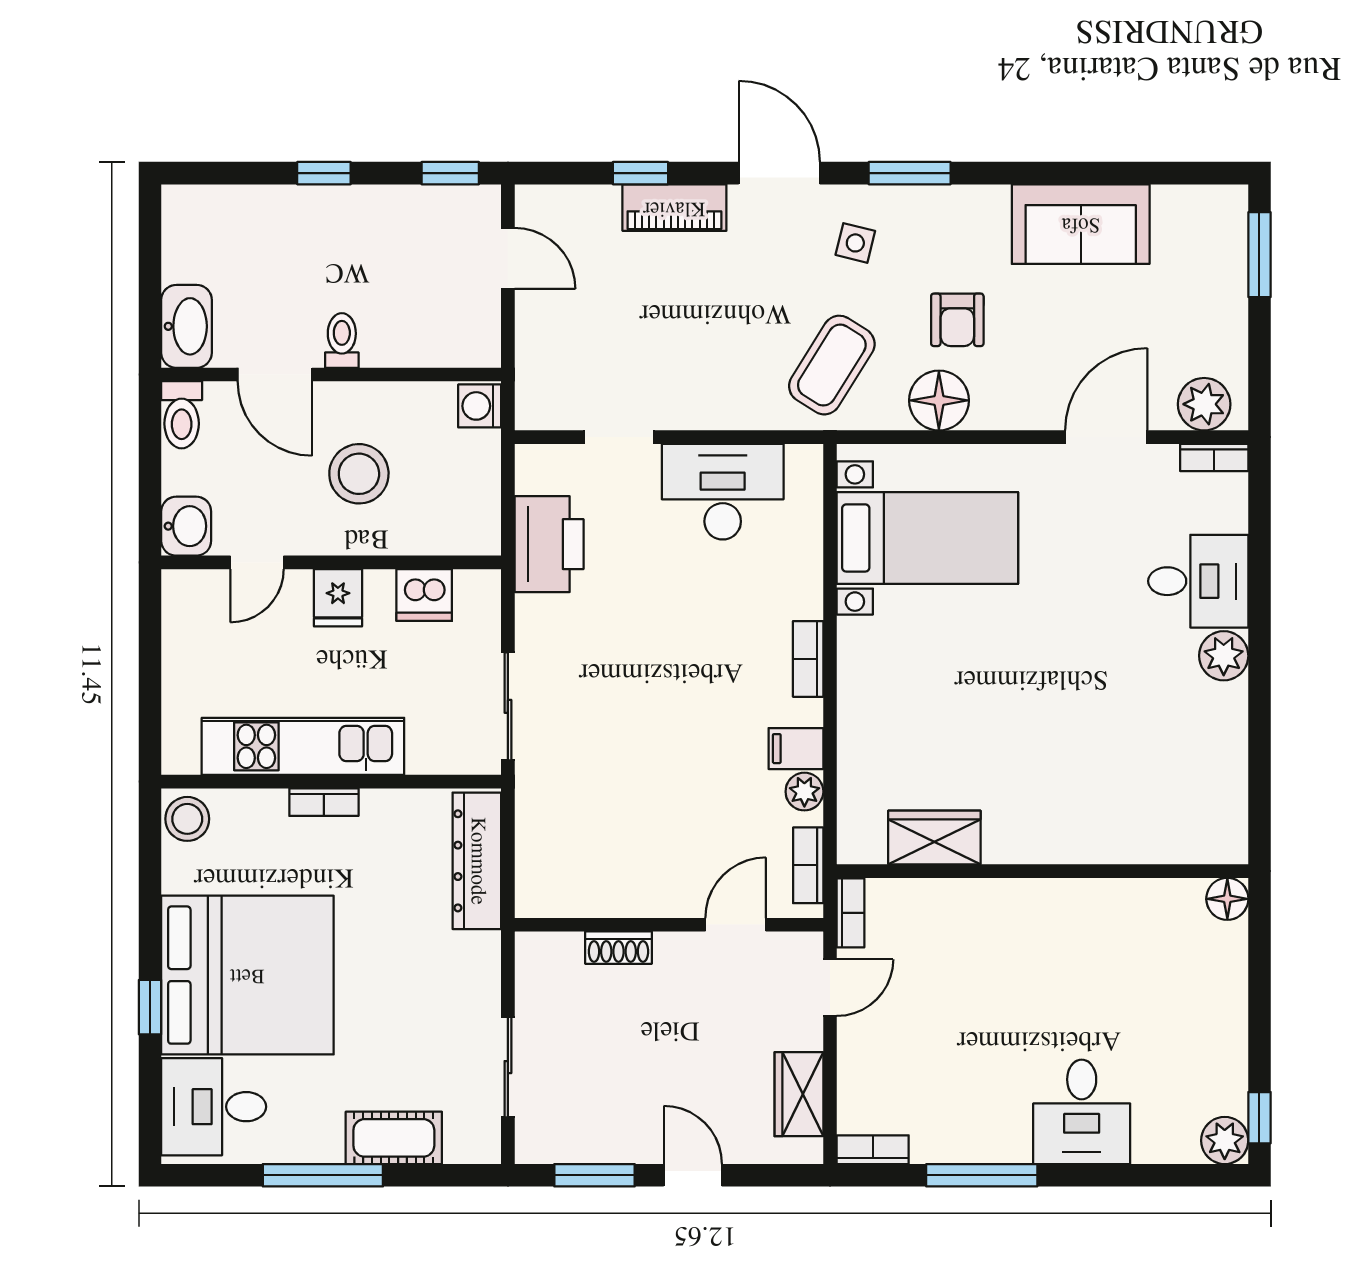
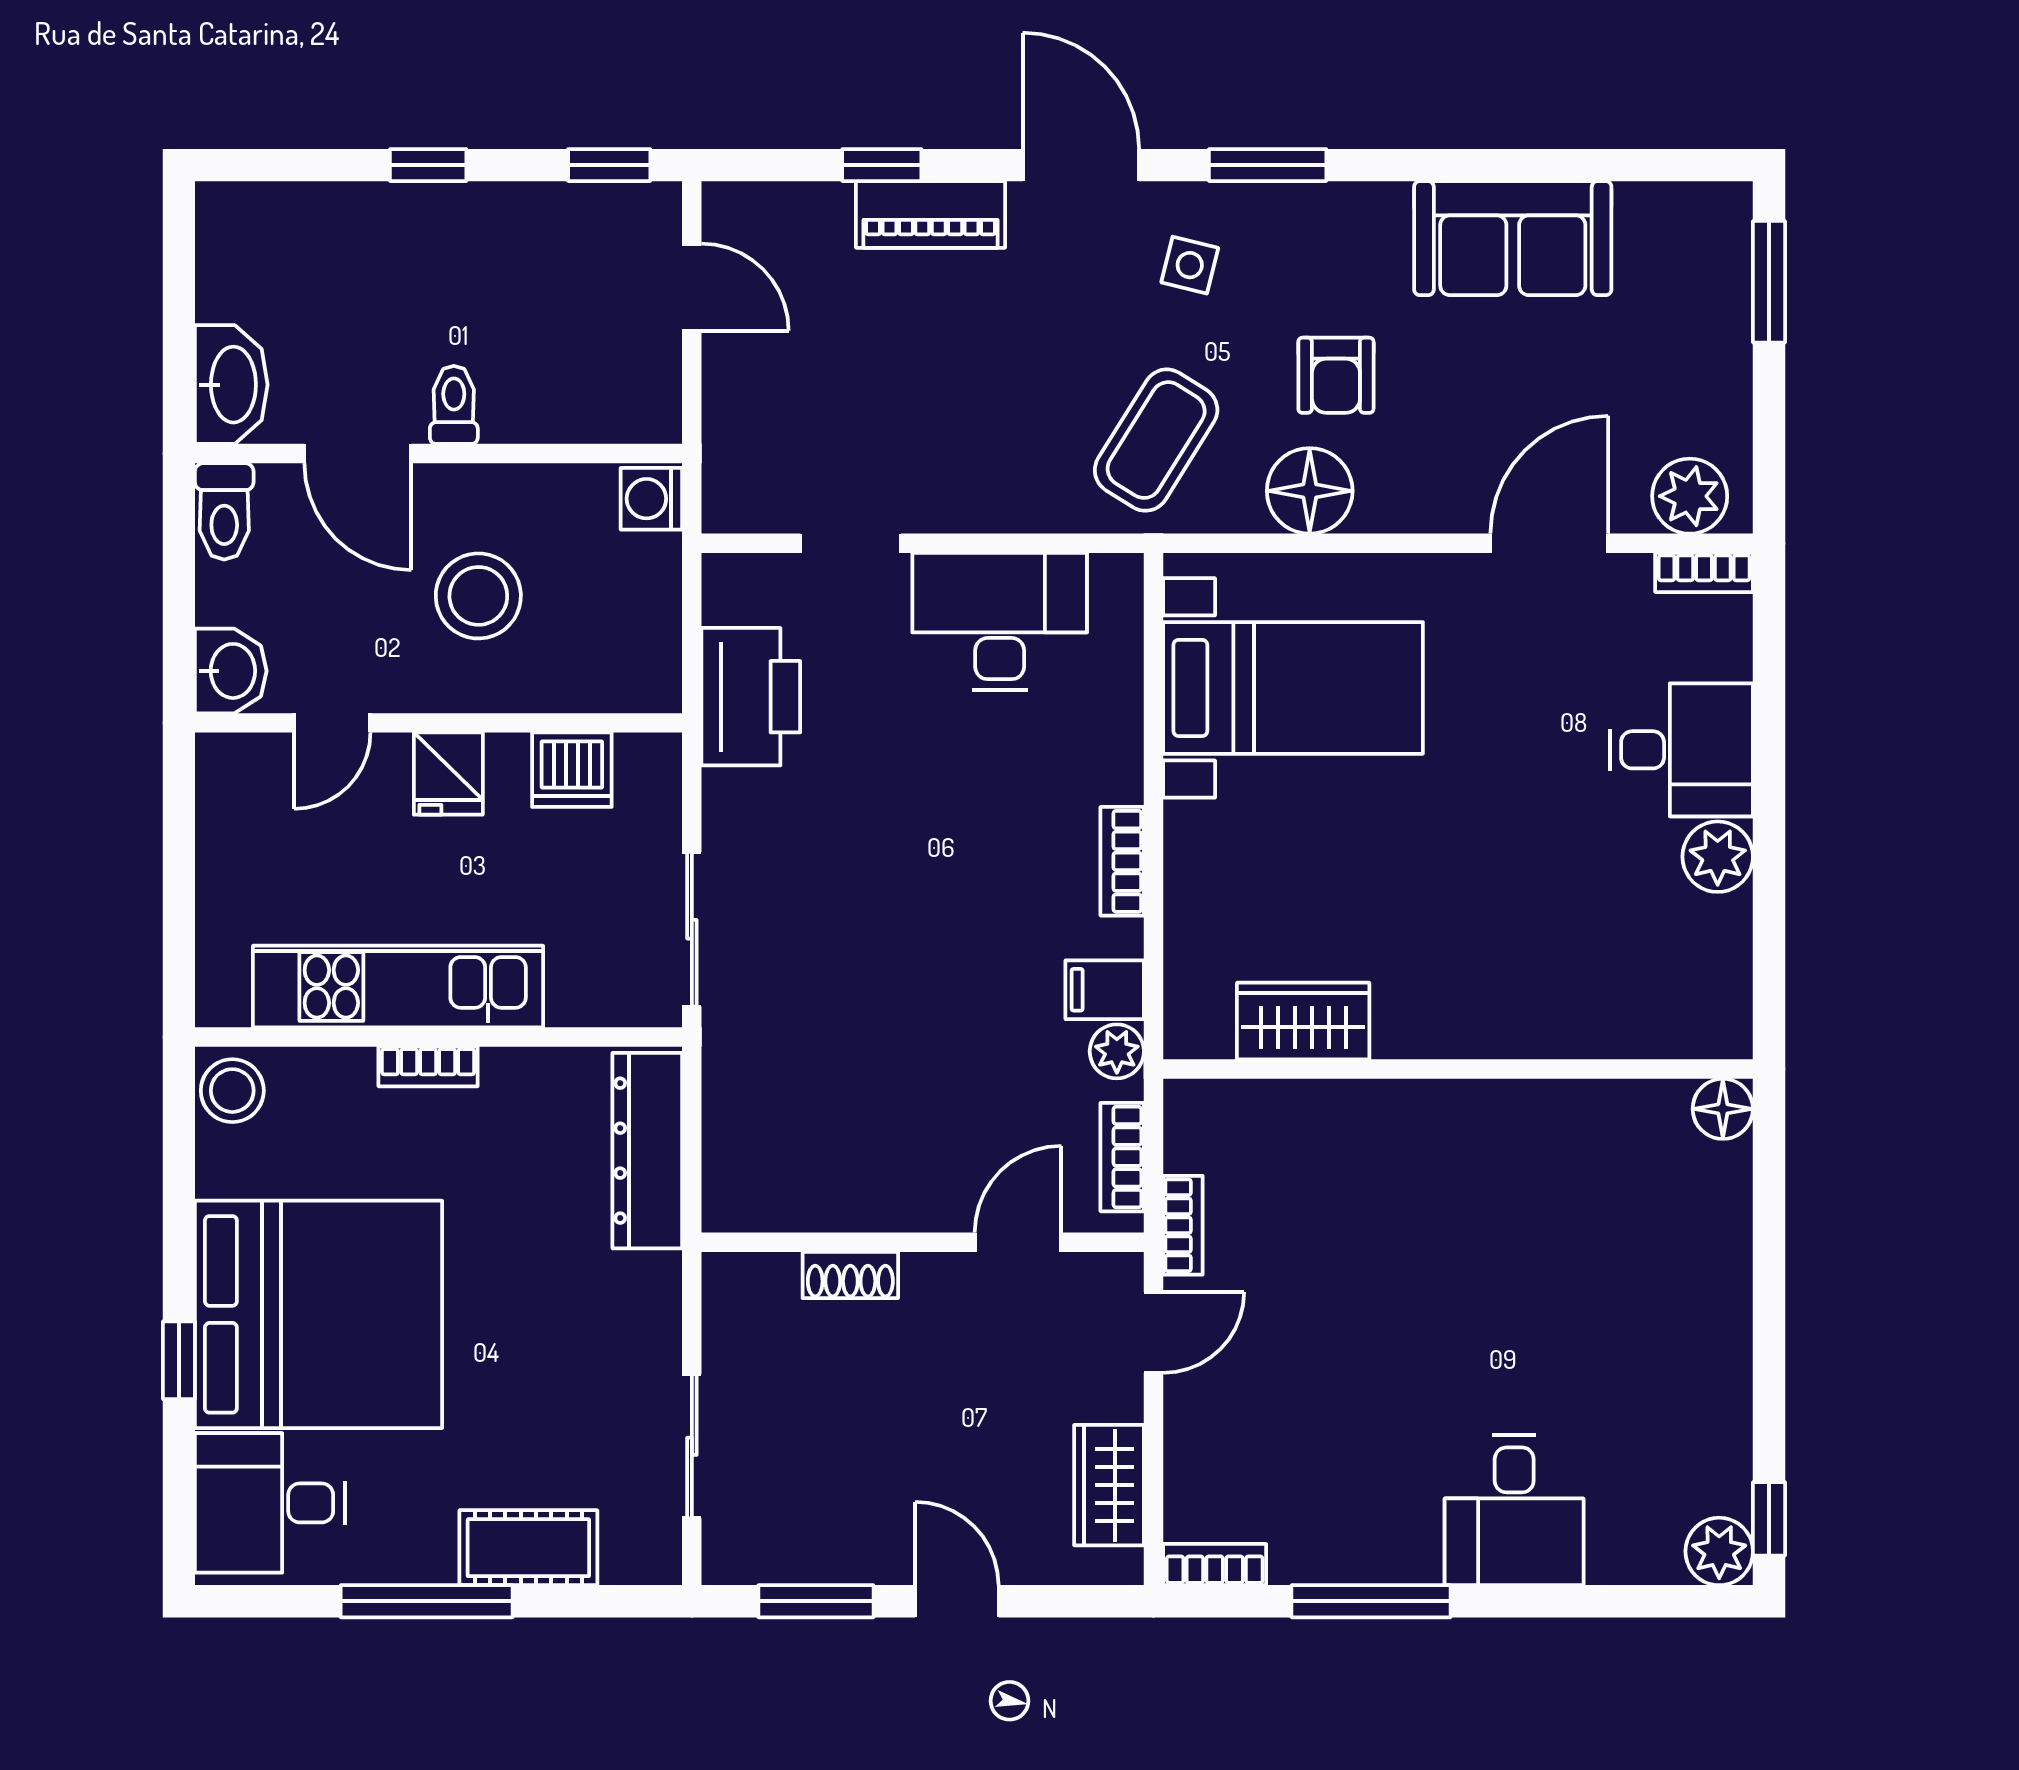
wardrobe: (934, 838) -> (1303, 1021), moved
wall: (1042, 871) -> (1458, 1069), moved
floor lamp: (1227, 899) -> (1723, 1109), moved

